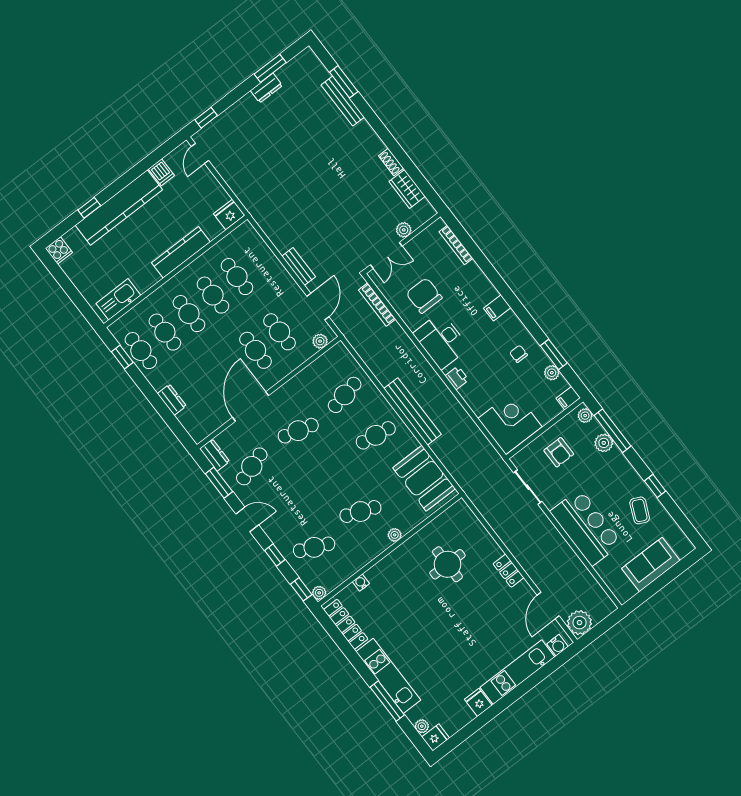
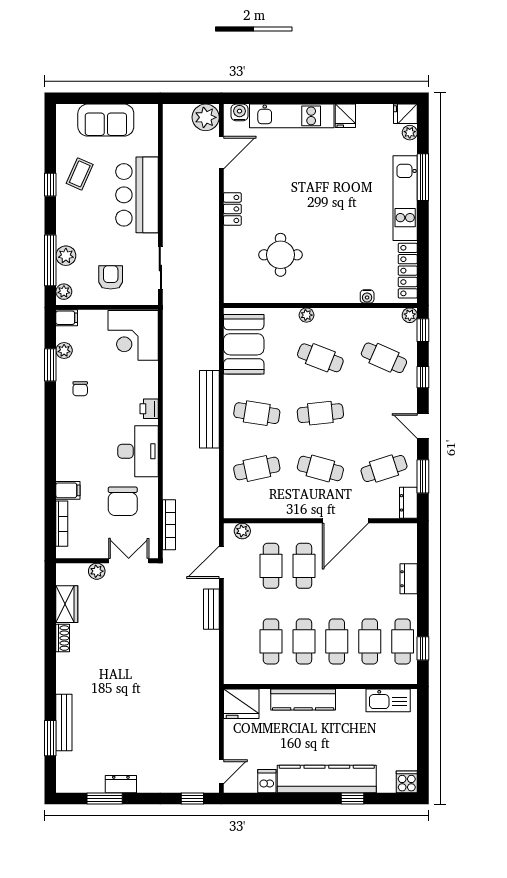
fridge: (229, 215) -> (241, 704), width x1.36, depth x1.34
filing cabinet: (497, 308) -> (68, 490), moved
cafe table: (329, 471) -> (320, 413), added

